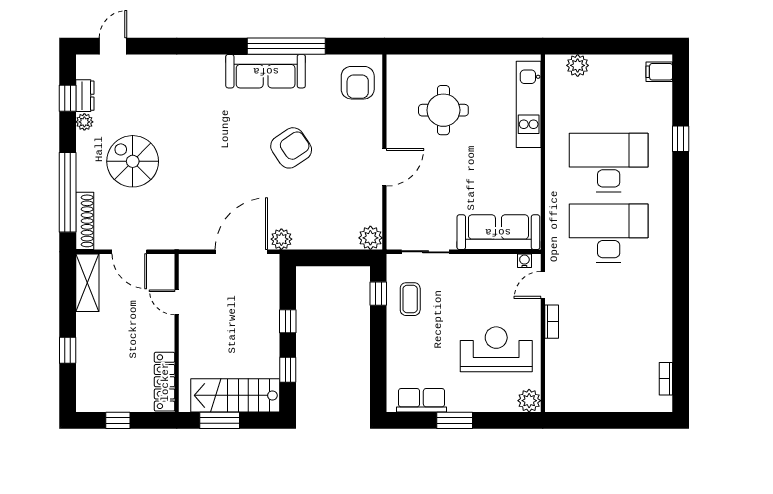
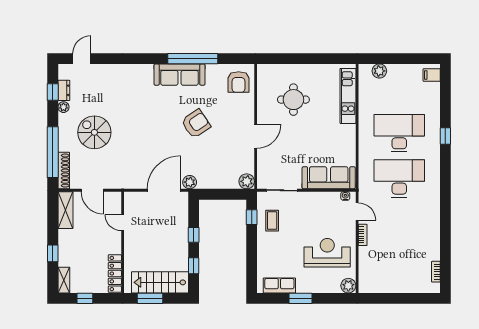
window: (681, 139) -> (445, 136), moved
door: (543, 285) -> (357, 212), swing flipped
shelving: (85, 392) -> (64, 280), added

